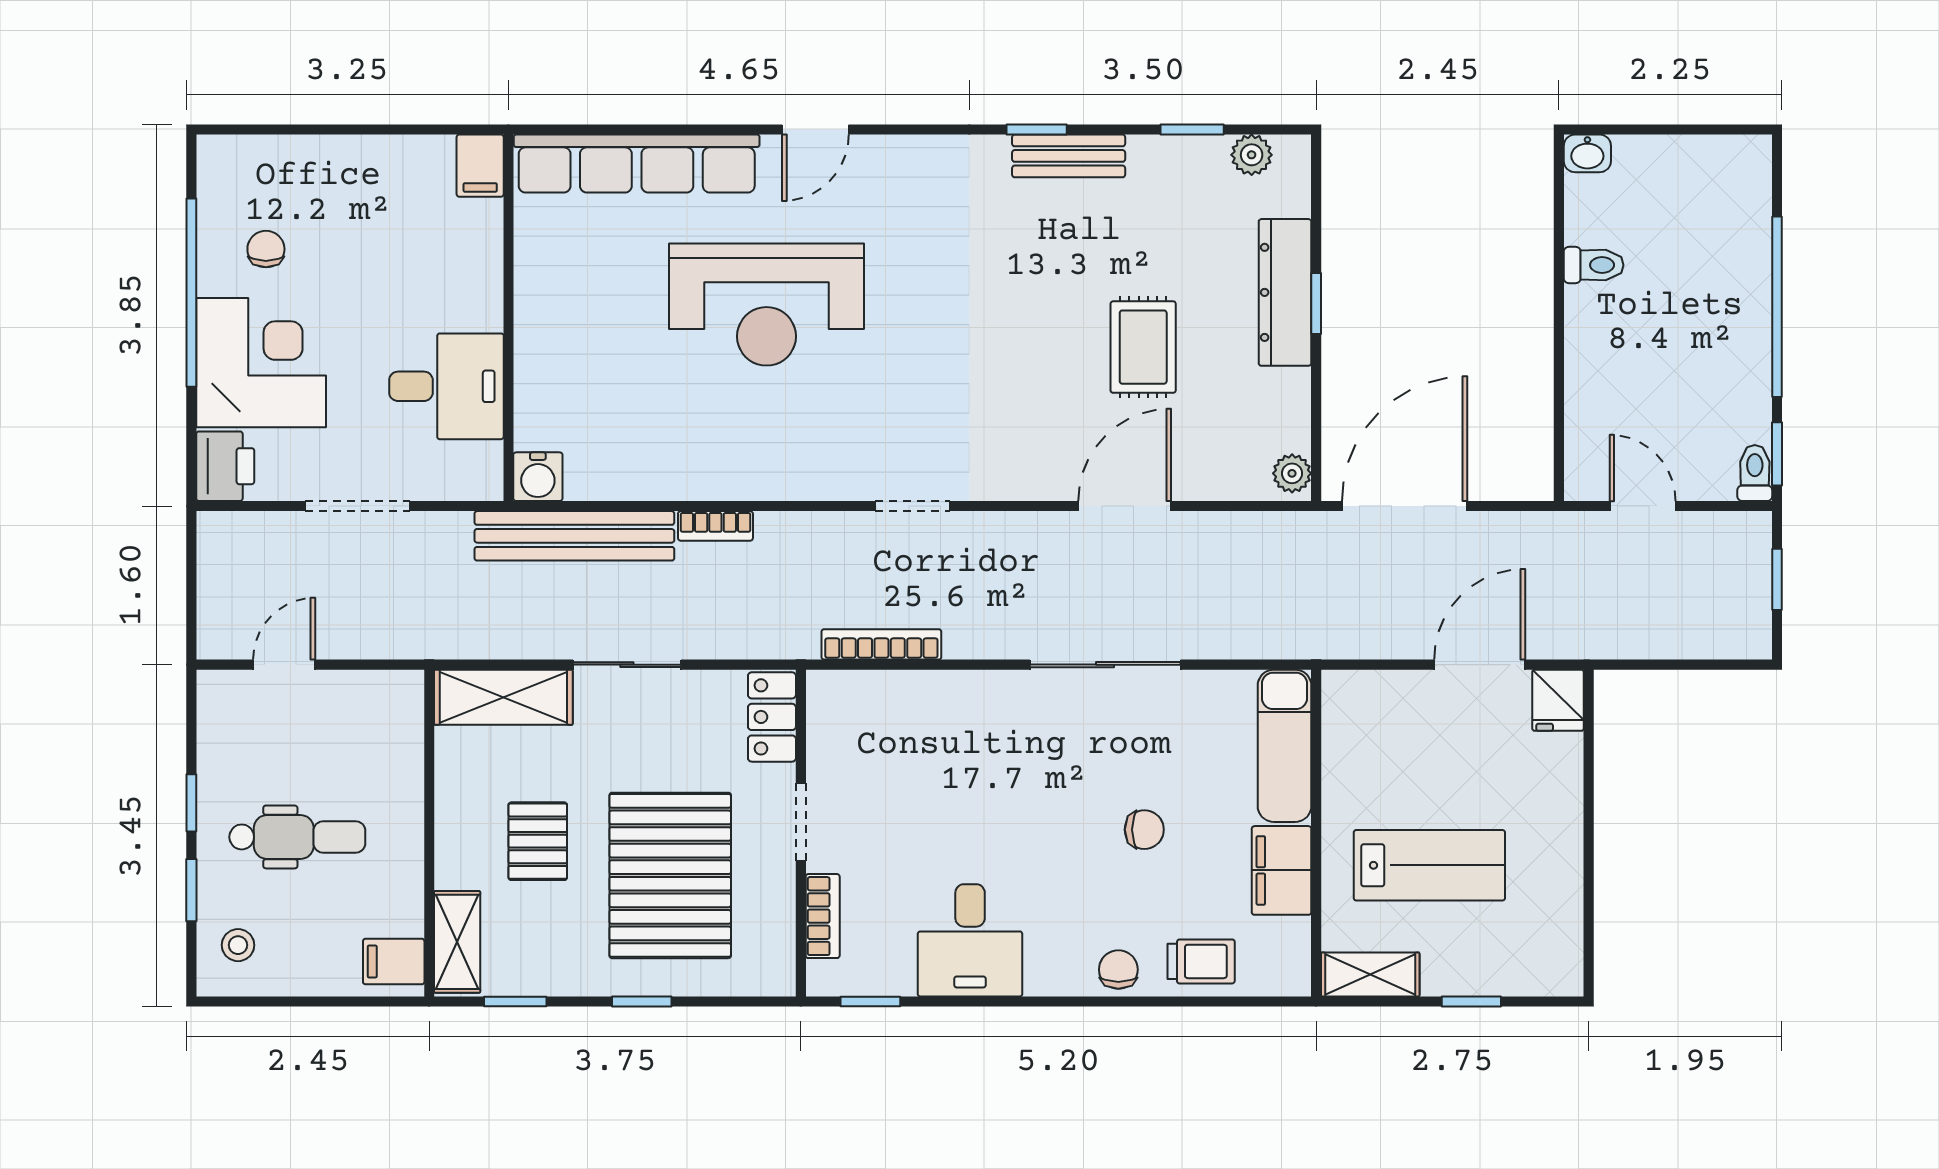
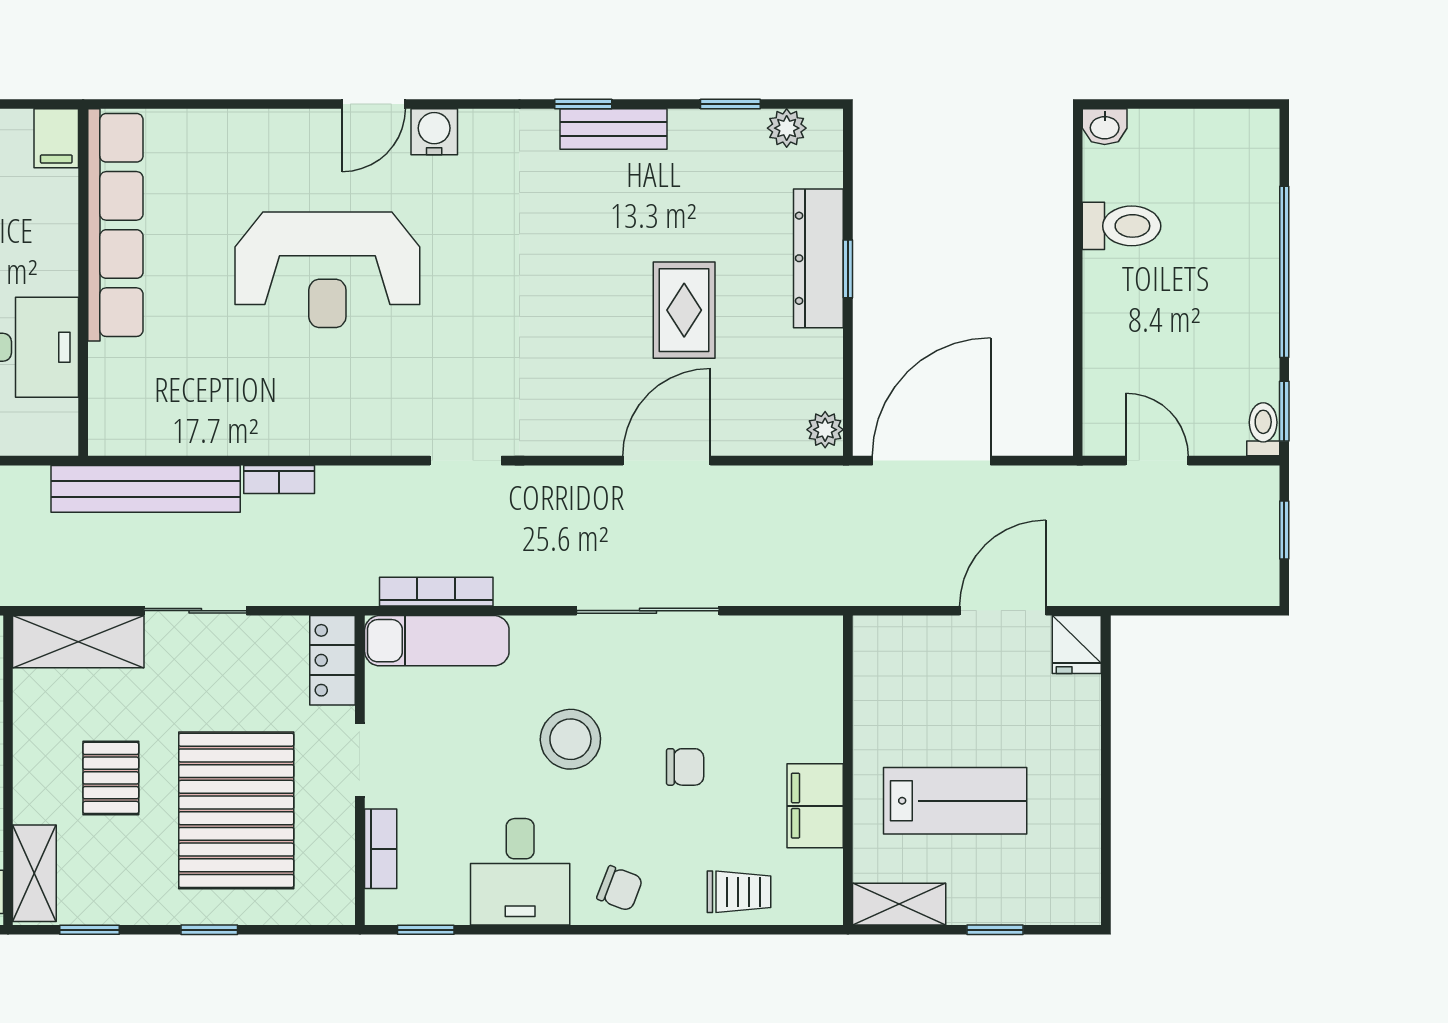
row of seats: (637, 164) -> (115, 225), moved, turned -90
toilet: (1594, 265) -> (1122, 226), width x1.37, depth x1.39
water cooler: (538, 477) -> (434, 132), moved, turned 180
exam couch: (1284, 746) -> (437, 641), moved, turned -90
stool: (1023, 800) -> (570, 739), added
chair: (1118, 970) -> (620, 888), moved, turned 111

